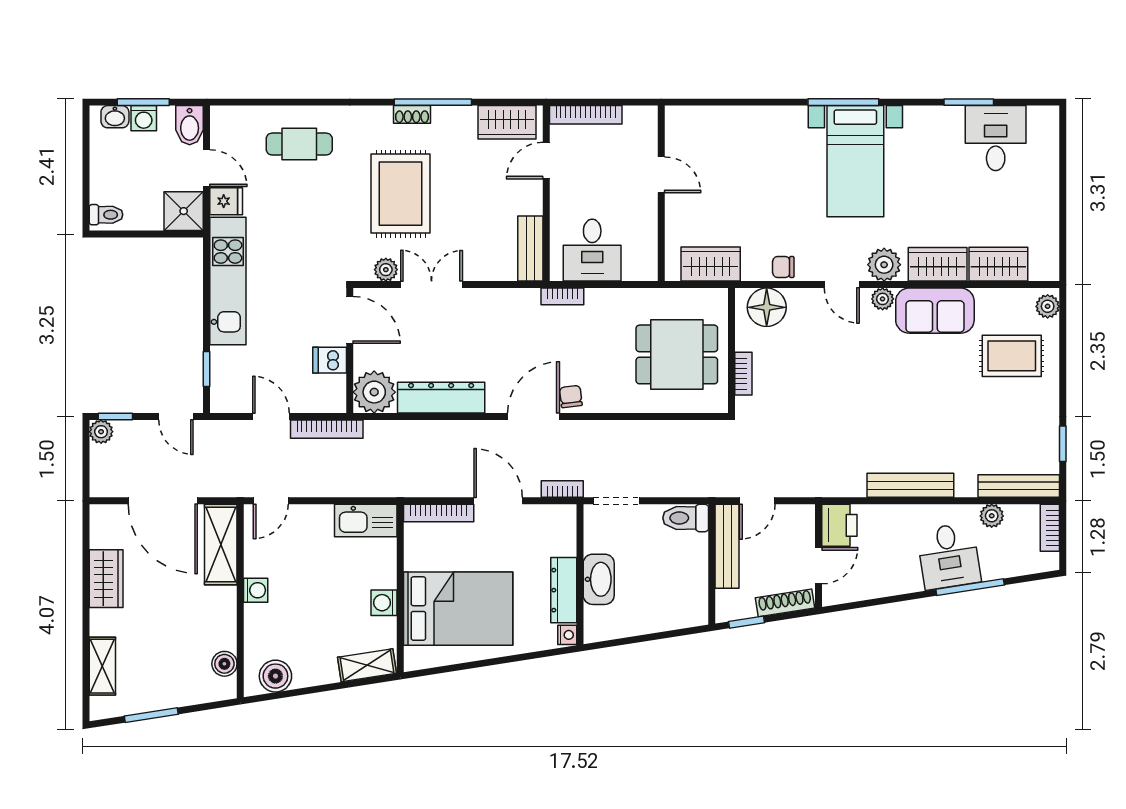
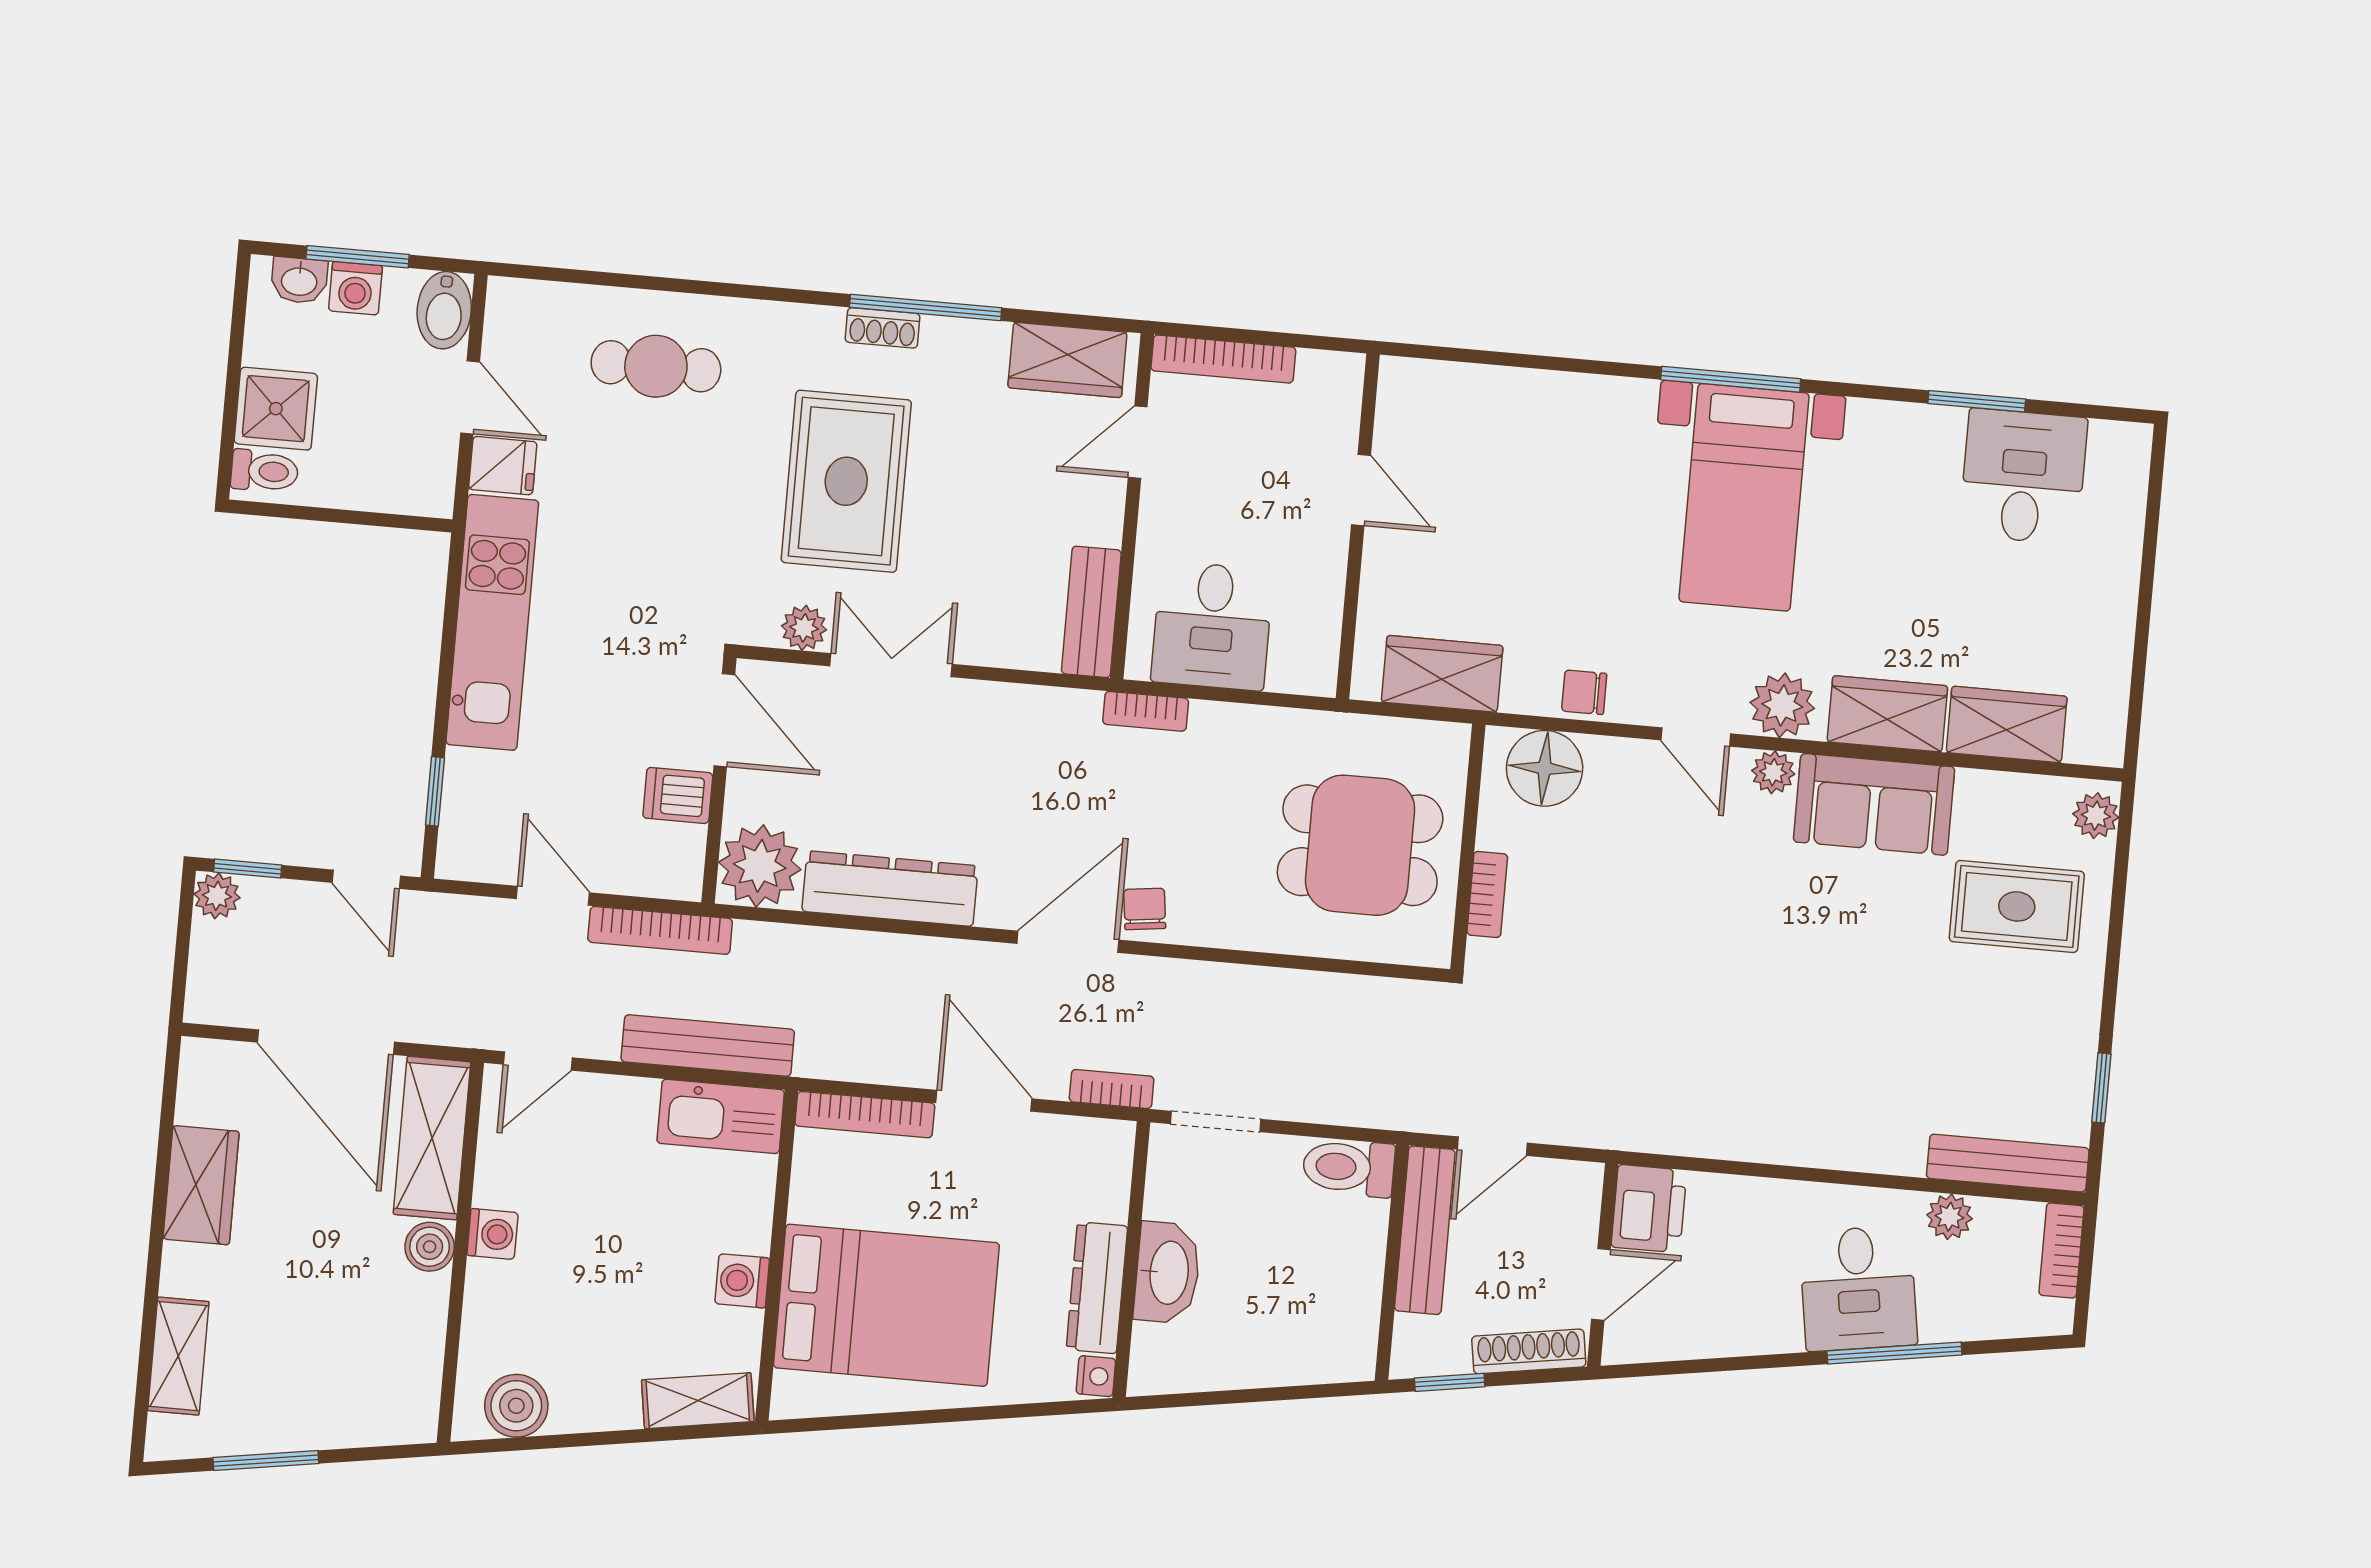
shower: (184, 211) -> (276, 409), moved
bench: (910, 485) -> (708, 1046), moved
boiler: (224, 664) -> (430, 1247), moved

